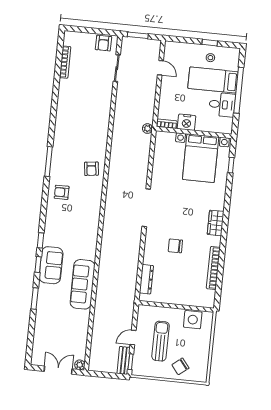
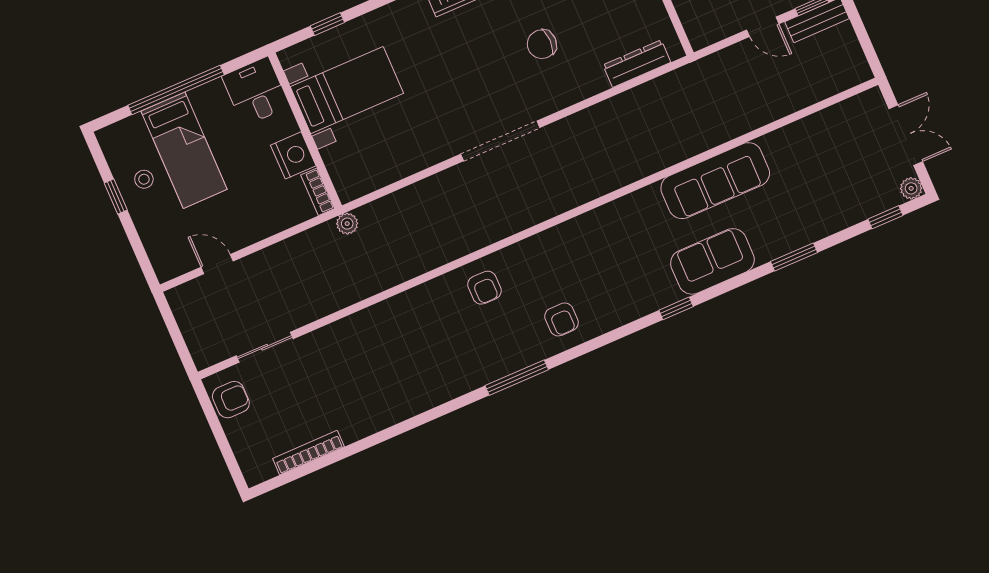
window: (138, 35) -> (179, 342), removed
door: (160, 68) -> (217, 264), hinge flipped
desk: (222, 105) -> (256, 91), moved
bed with nightstands: (201, 158) -> (347, 90), width x0.73
armchair: (91, 169) -> (484, 288), turned 97
chair: (175, 246) -> (542, 44), turned 90
window: (38, 264) -> (885, 217), moved
plant: (80, 365) -> (911, 188), moved
double door: (58, 370) -> (906, 135), swing flipped

